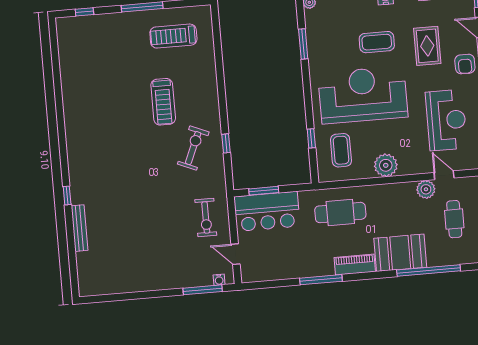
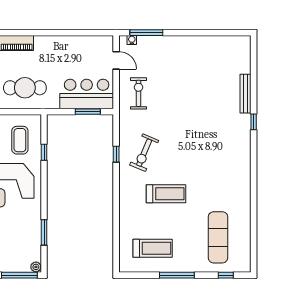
exercise mat: (97, 56) -> (218, 237), added
treadmill: (163, 102) -> (166, 194), turned 90
window: (321, 280) -> (46, 33), removed

